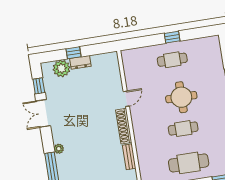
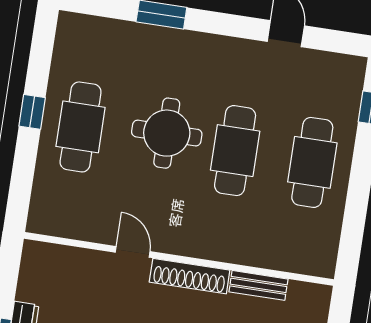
cafe table: (172, 60) -> (81, 127), width x1.37, depth x1.35
cafe table: (183, 129) -> (235, 151), width x1.37, depth x1.35

